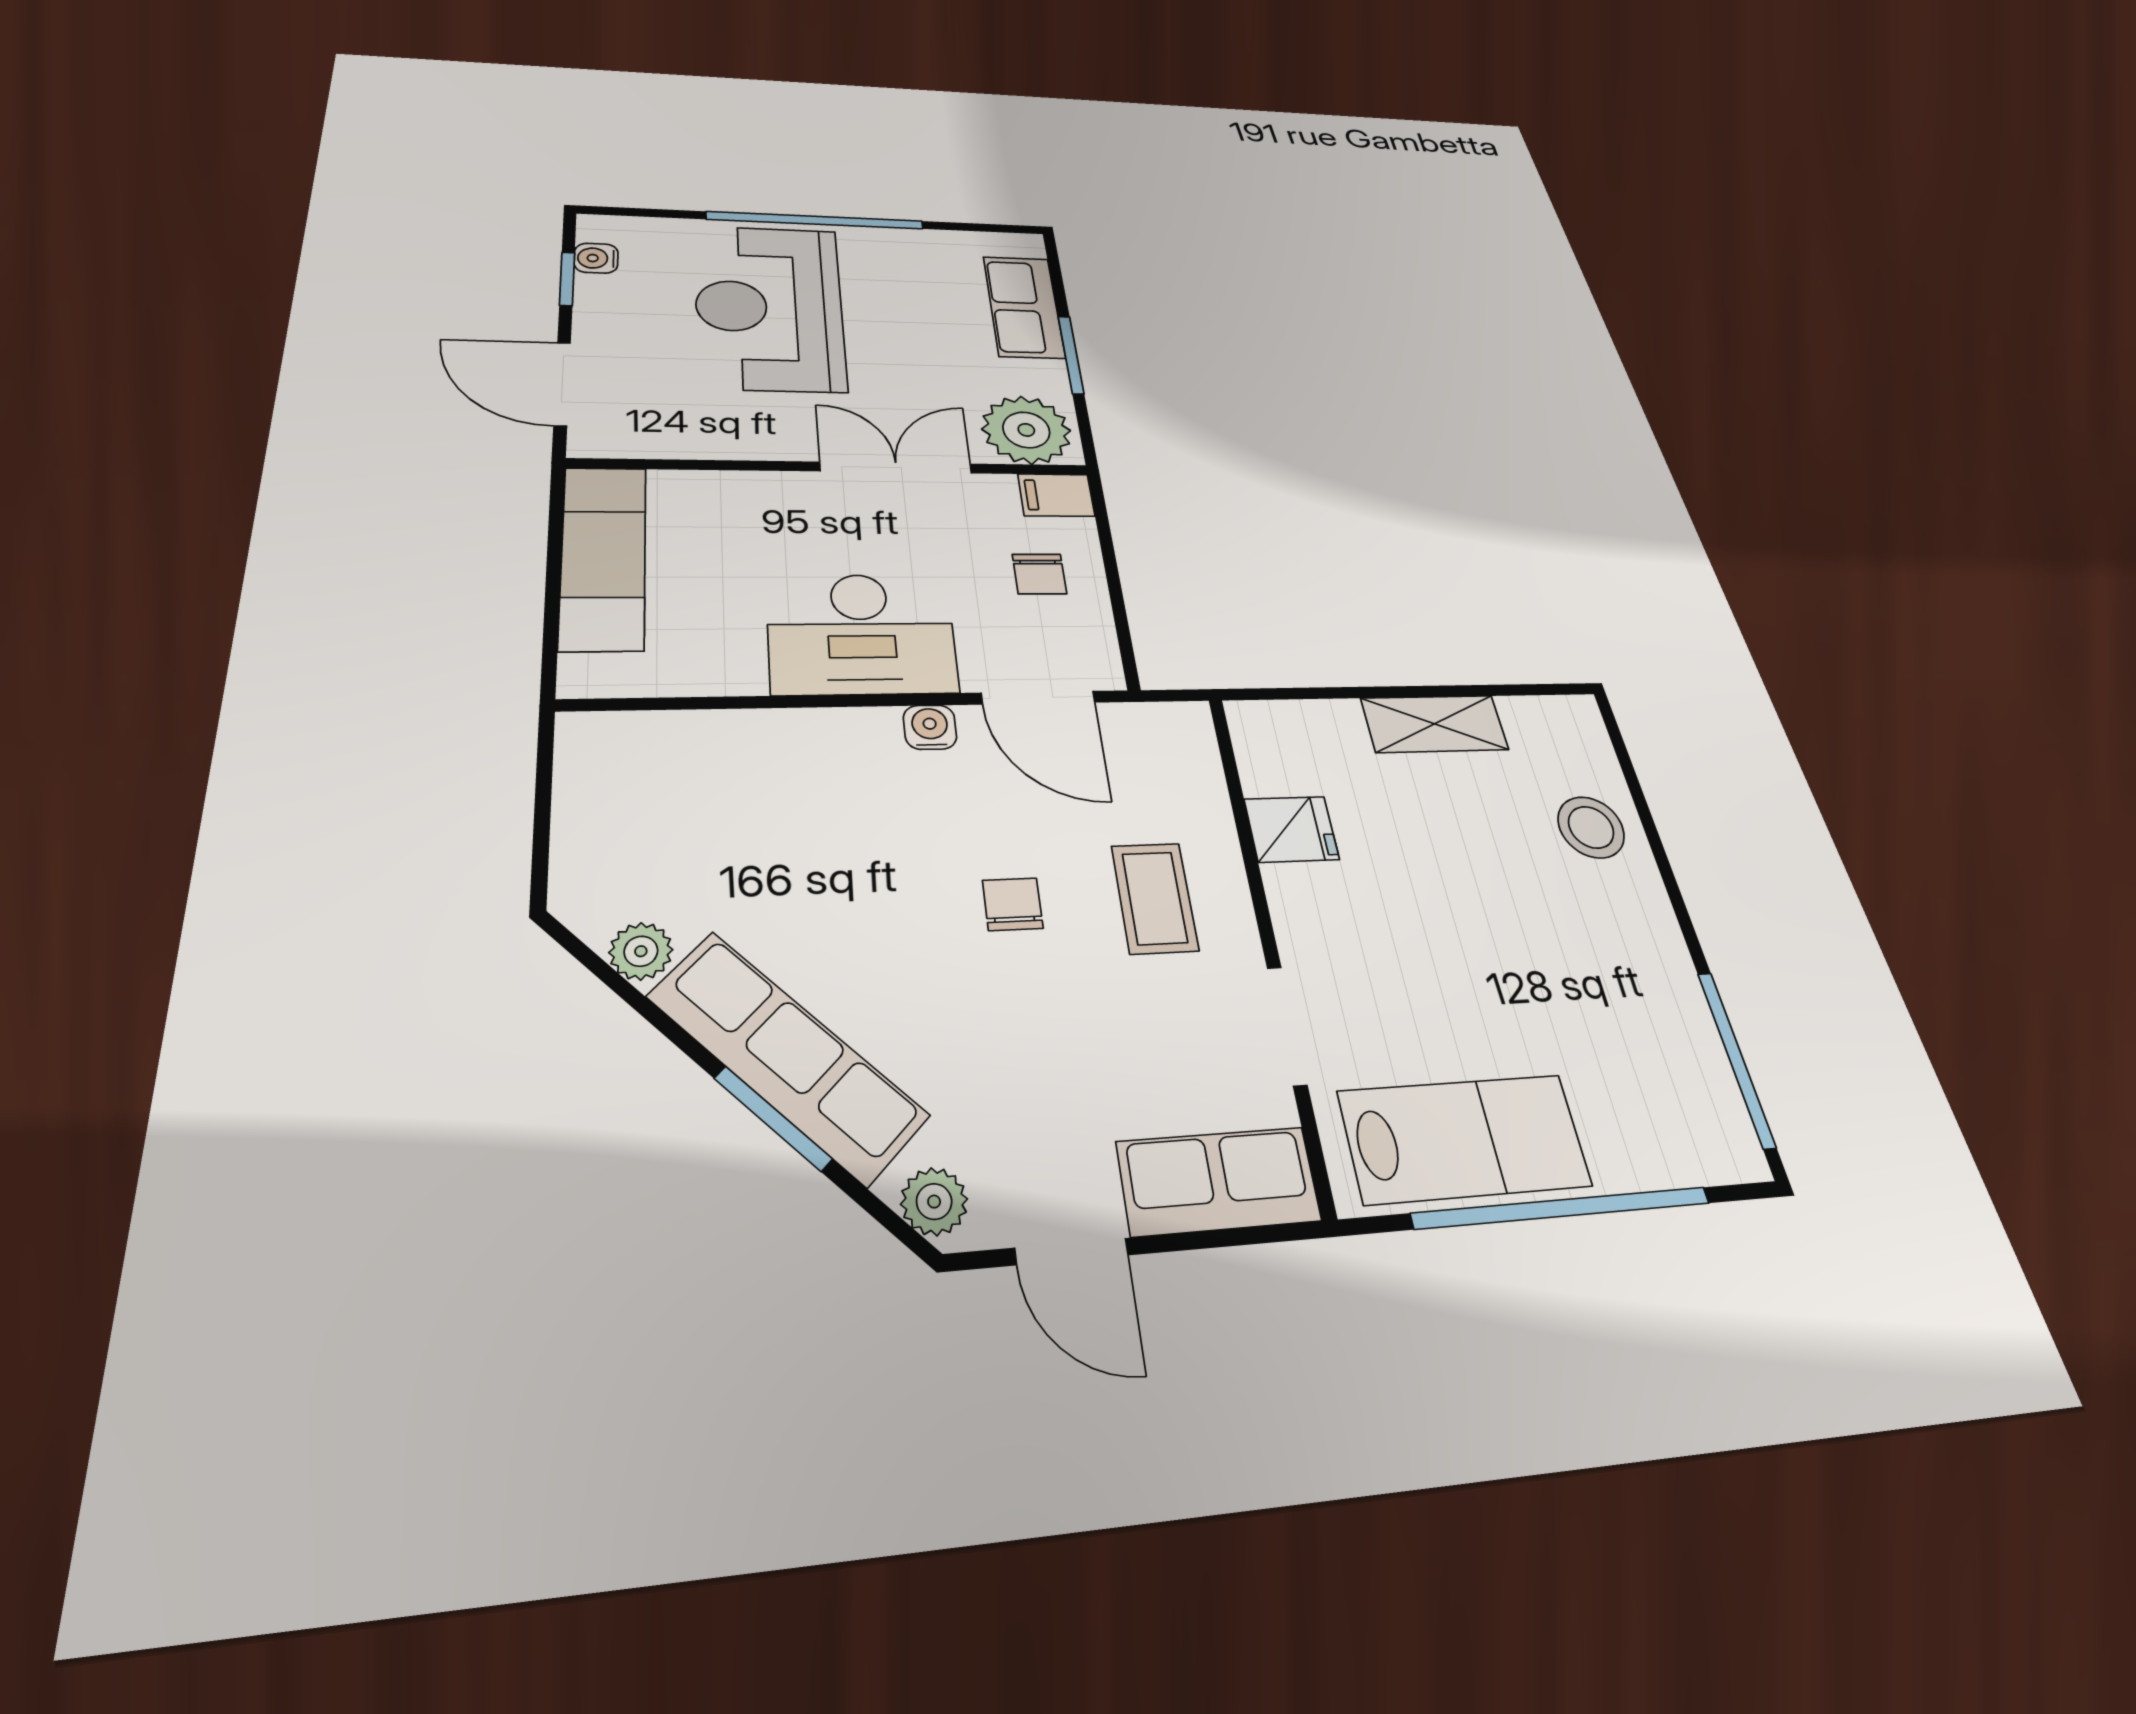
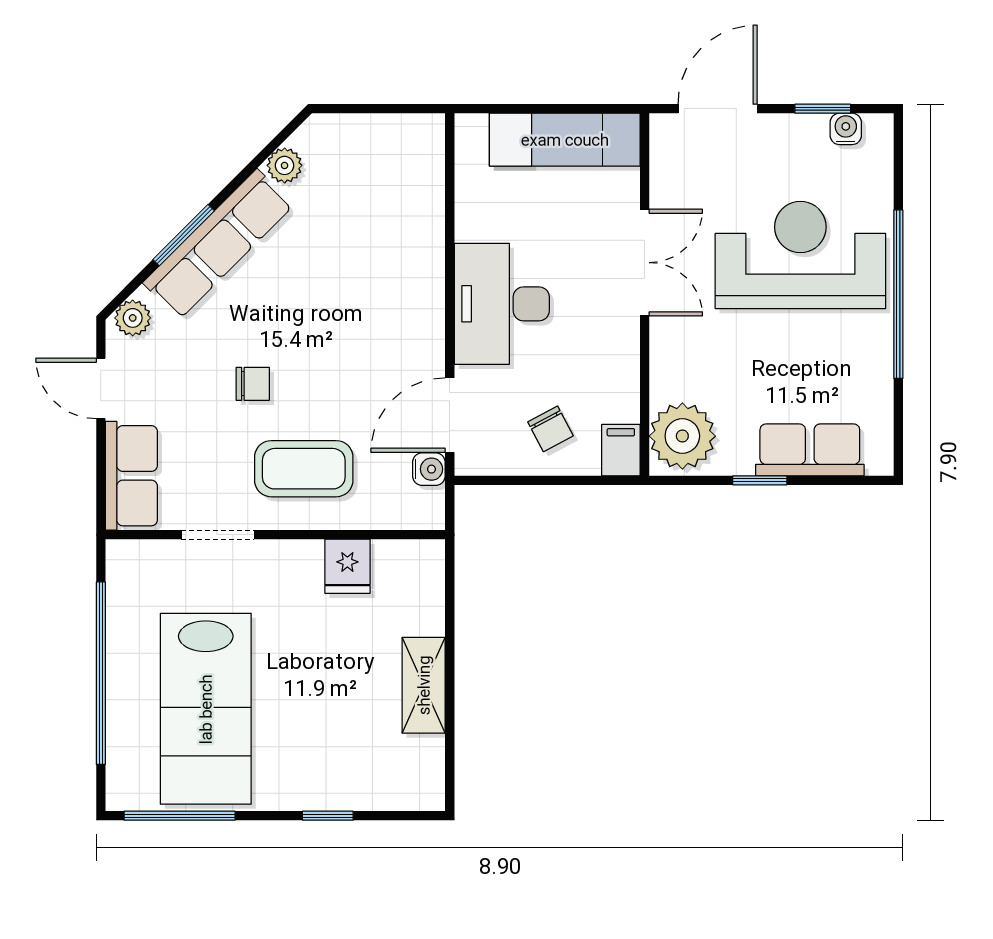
window: (1071, 355) -> (760, 480), width x0.67
double door: (896, 467) -> (645, 263), moved
chair: (1039, 574) -> (551, 429), turned -118
water cooler: (930, 727) -> (429, 469), moved
stool: (1591, 827) -> (341, 773), removed
window: (1655, 843) -> (328, 816), added
coffee table: (1155, 898) -> (304, 469), width x1.36, depth x1.30
chair: (1013, 904) -> (253, 384), moved
lab bench: (1464, 1139) -> (206, 709), moved, width x1.36, depth x1.39
door: (1072, 1252) -> (101, 388), hinge flipped

